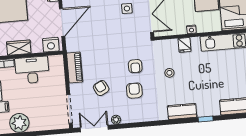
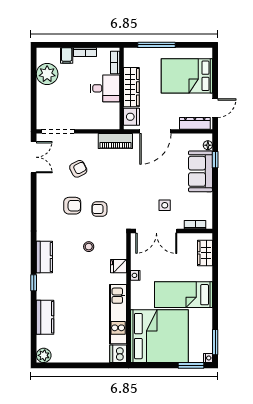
door: (62, 22) -> (155, 131), hinge flipped
wardrobe: (19, 48) -> (131, 87), width x1.50
piano: (75, 68) -> (115, 141), moved
desk: (32, 70) -> (105, 88), width x0.73
plant: (116, 120) -> (42, 182), removed

